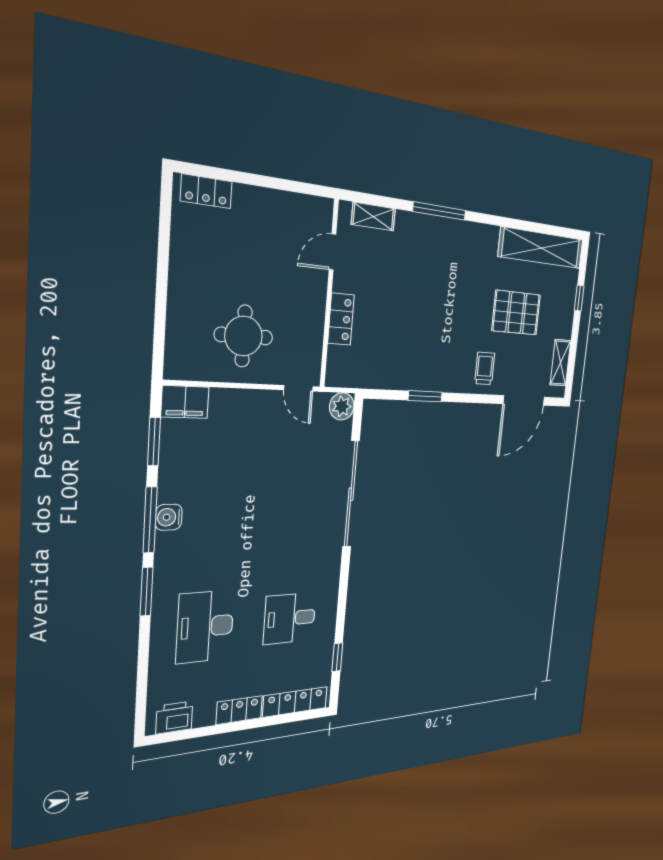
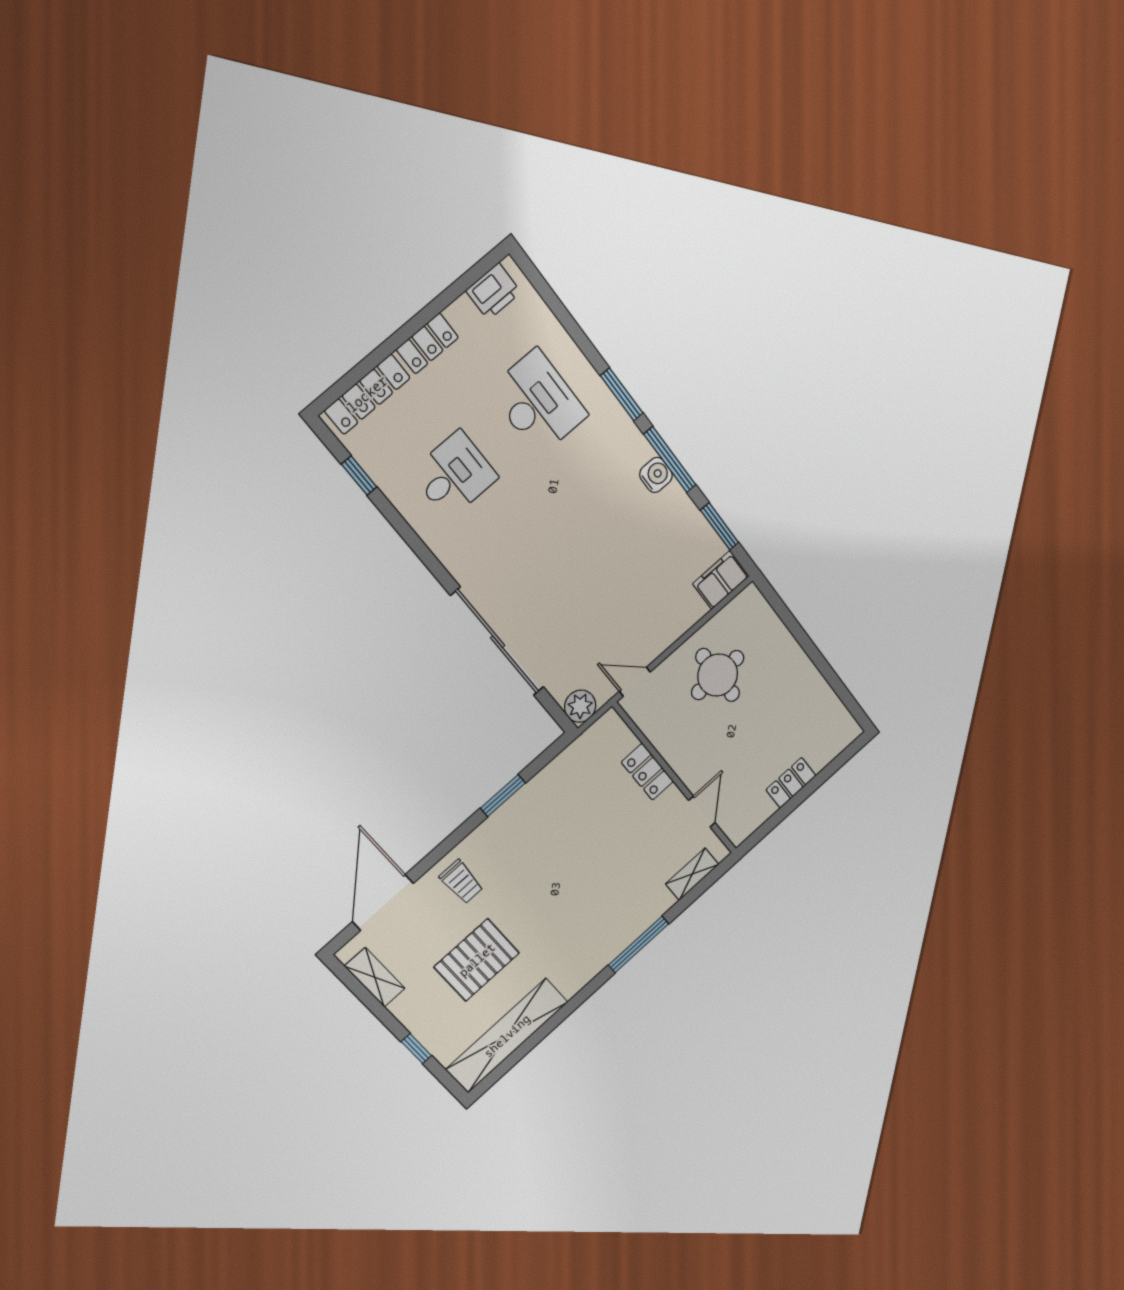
locker: (206, 191) -> (791, 783), moved

